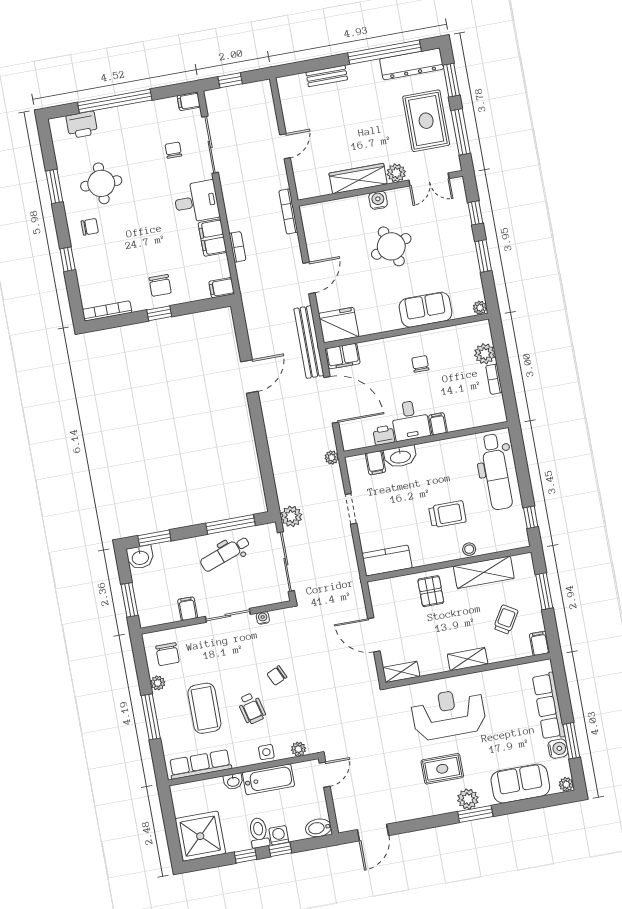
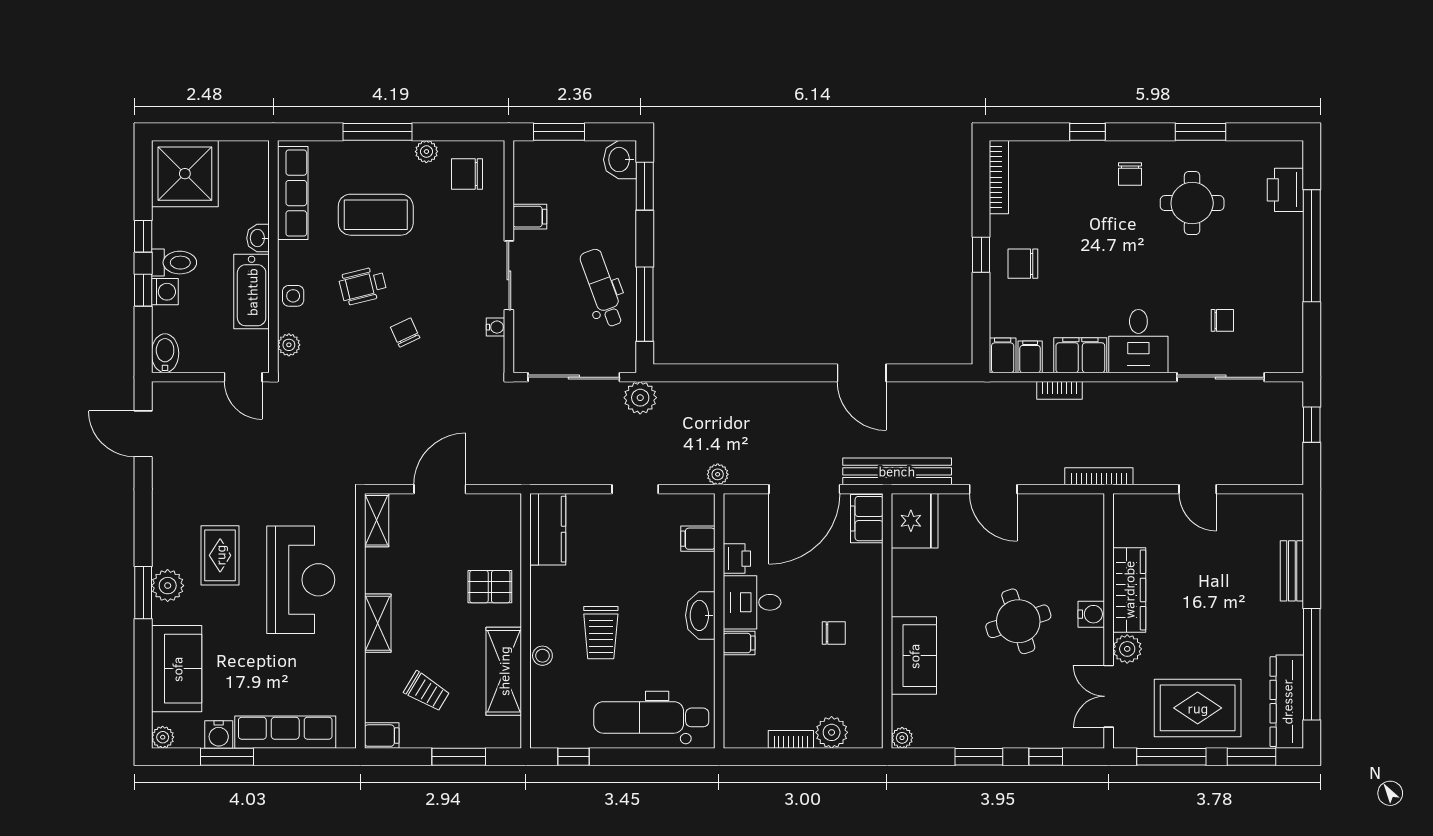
filing cabinet: (189, 101) -> (1030, 357), moved
washbasin: (400, 457) -> (700, 615), moved

